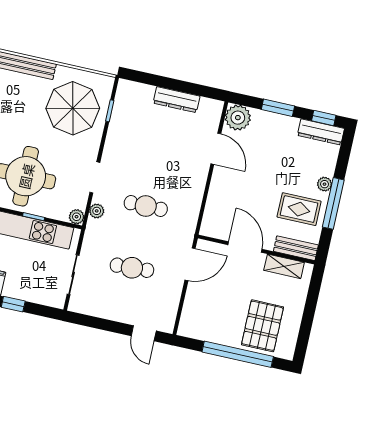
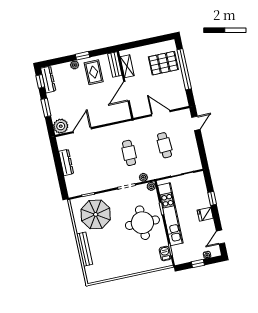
window: (333, 203) -> (82, 56), width x0.46
door: (190, 264) -> (161, 113), moved

